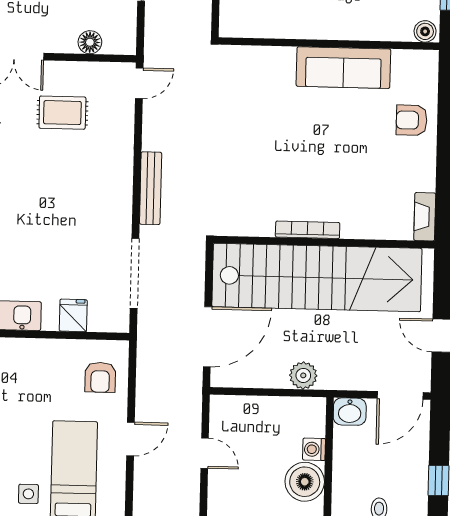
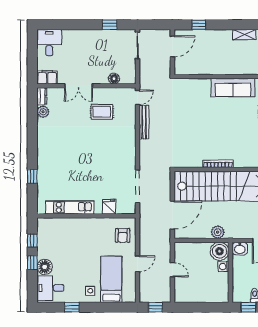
bench: (151, 188) -> (144, 122), moved
boiler: (305, 482) -> (220, 251), moved

